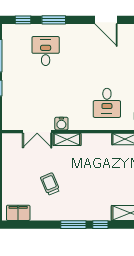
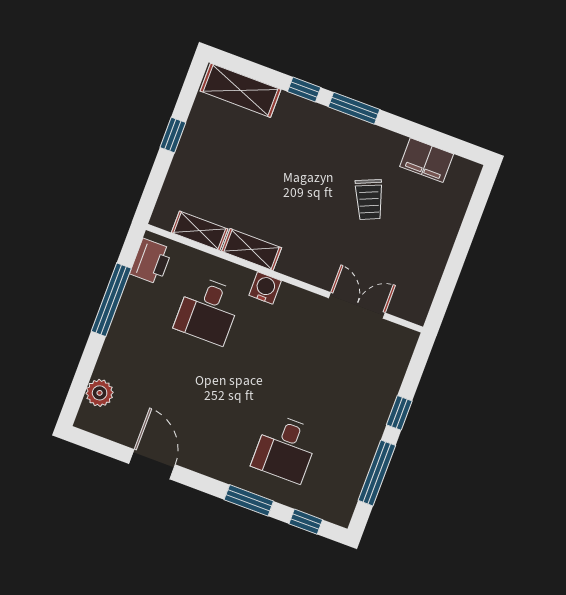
desk: (107, 103) -> (208, 310), turned 180
water cooler: (61, 124) -> (265, 288), moved
shelving: (67, 139) -> (252, 249), moved
filing cabinet: (18, 213) -> (427, 160), moved

